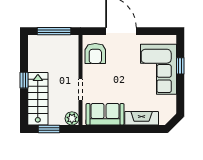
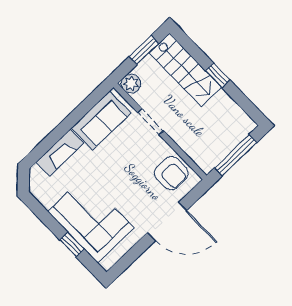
armchair: (95, 54) -> (171, 173), turned 180

